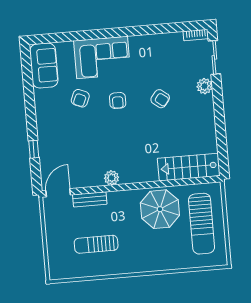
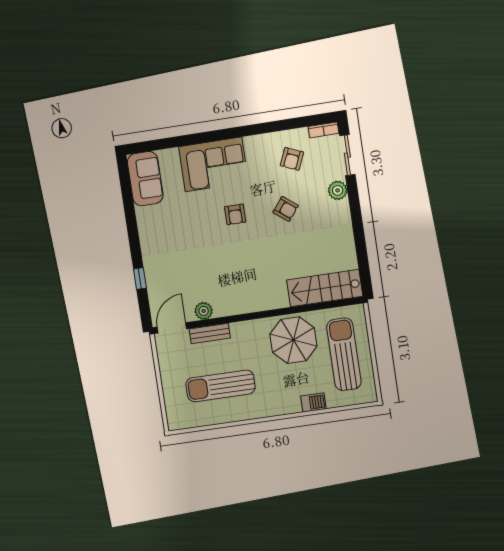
armchair: (80, 98) -> (292, 159), moved
plant: (112, 178) -> (204, 311), moved
sun lounger: (202, 224) -> (344, 354), turned 180
sun lounger: (96, 244) -> (221, 386), width x1.36, depth x1.34
barbecue: (174, 263) -> (313, 402), added

